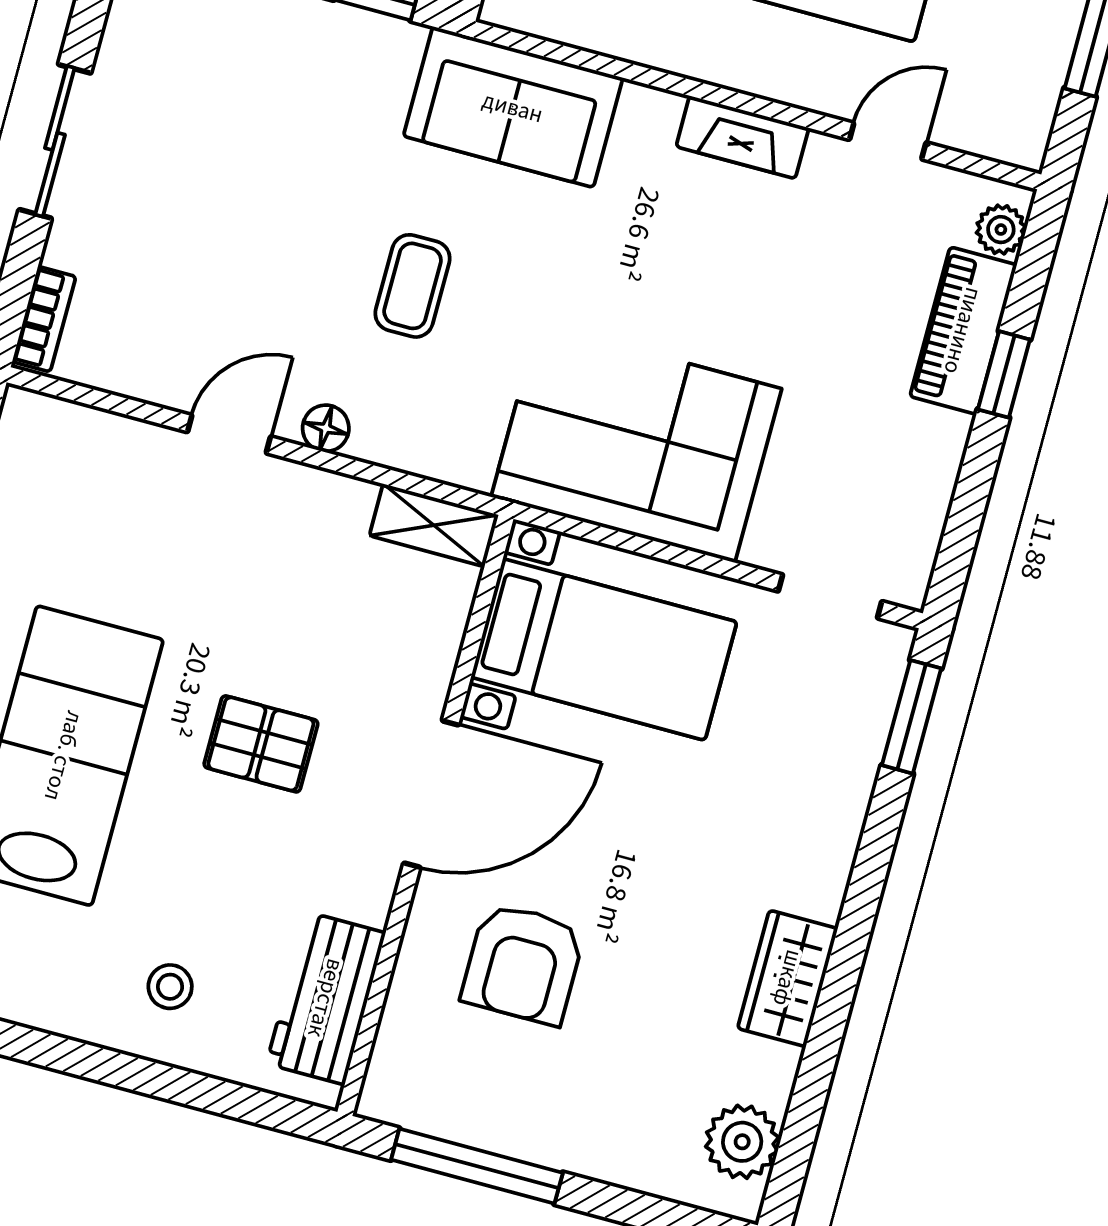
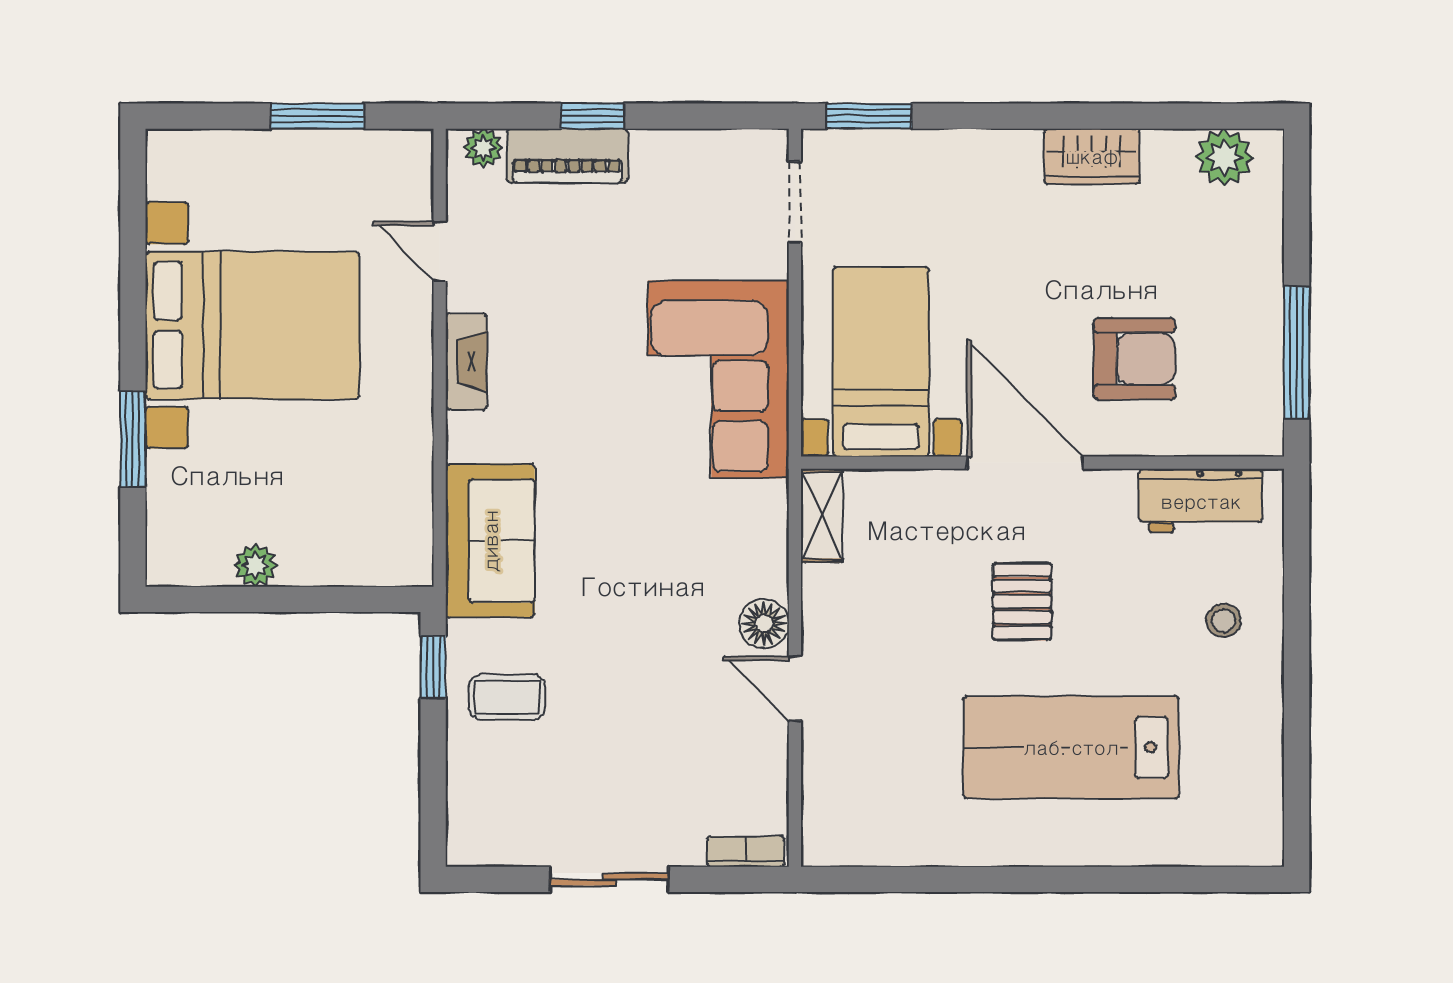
coffee table: (413, 286) -> (507, 697), moved
floor lamp: (326, 428) -> (764, 623), width x1.37, depth x1.37

